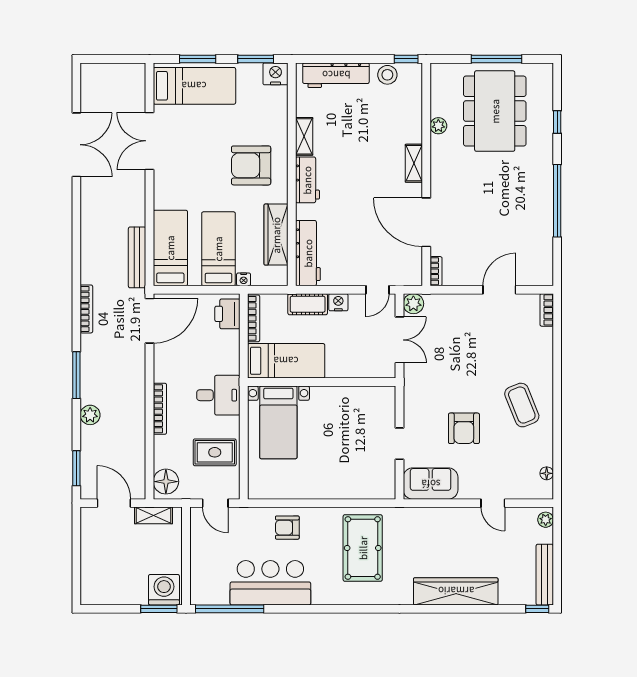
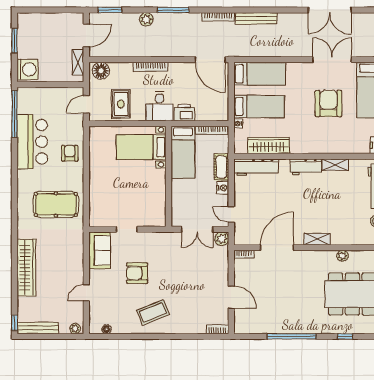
armchair: (251, 165) -> (328, 103), moved
bench: (137, 257) -> (256, 18), moved
printer: (227, 314) -> (184, 113), moved
window: (159, 609) -> (14, 41), moved

